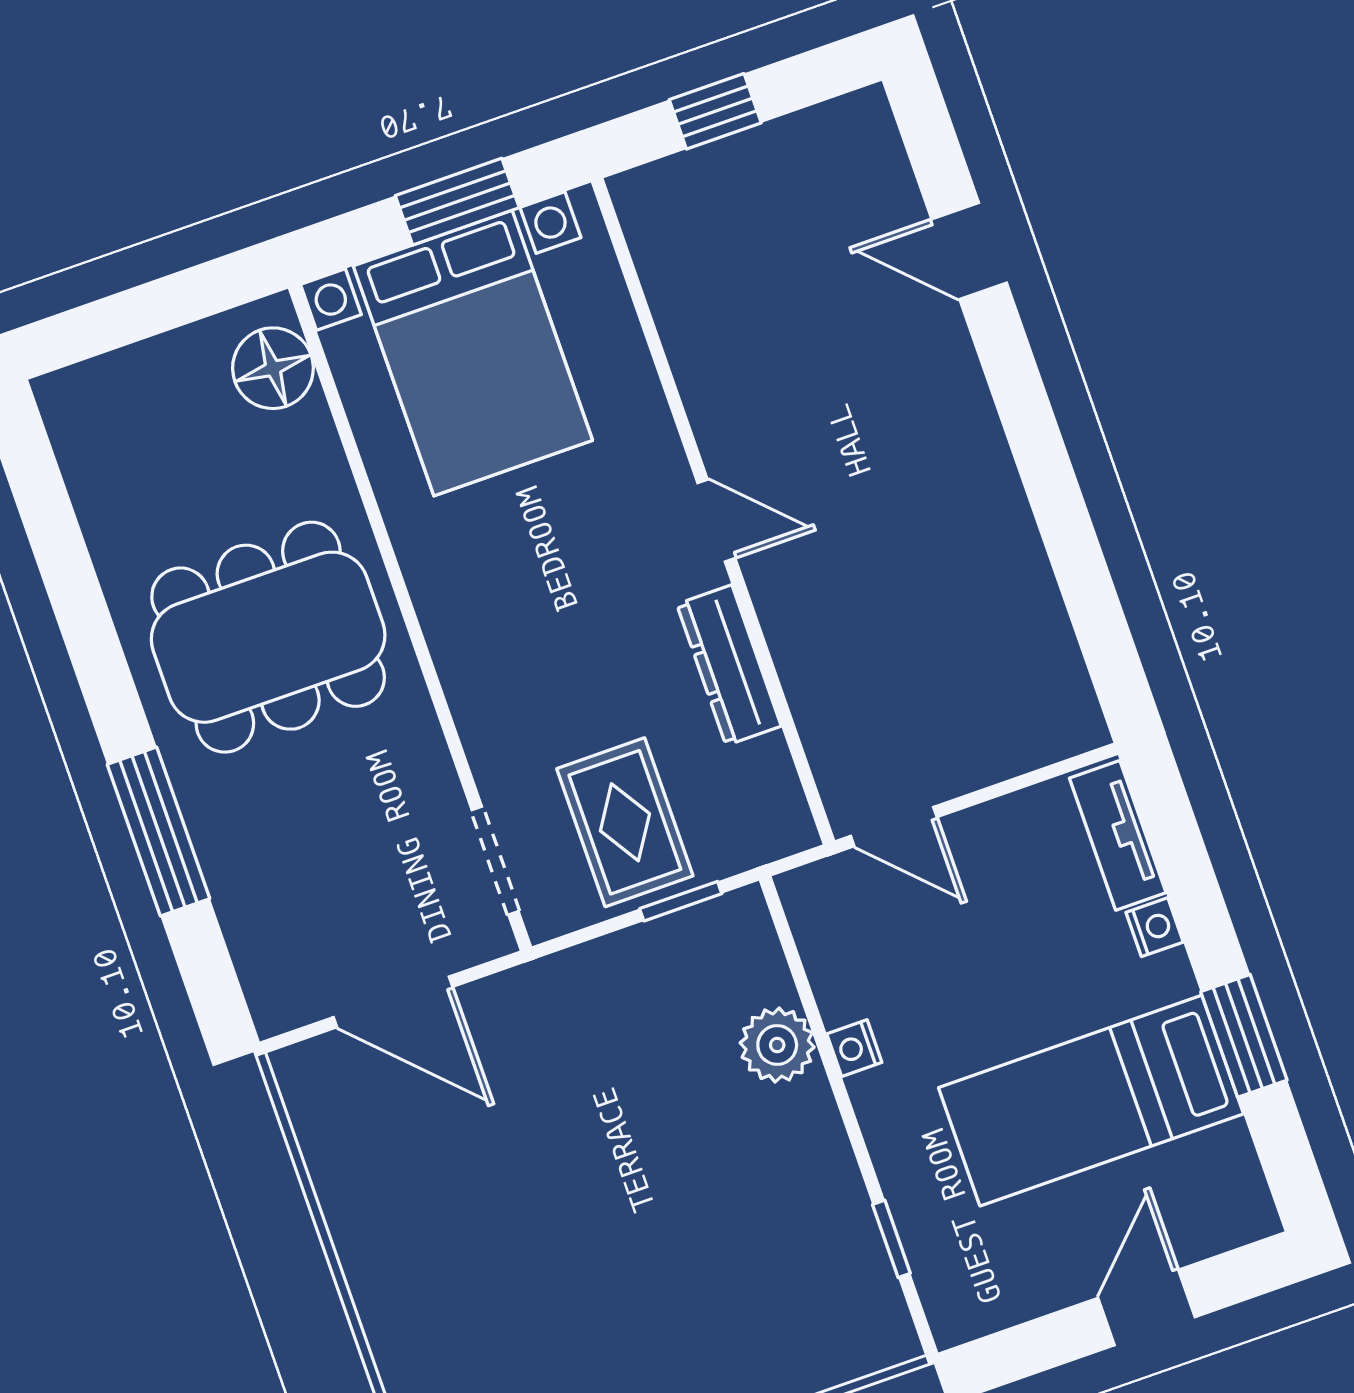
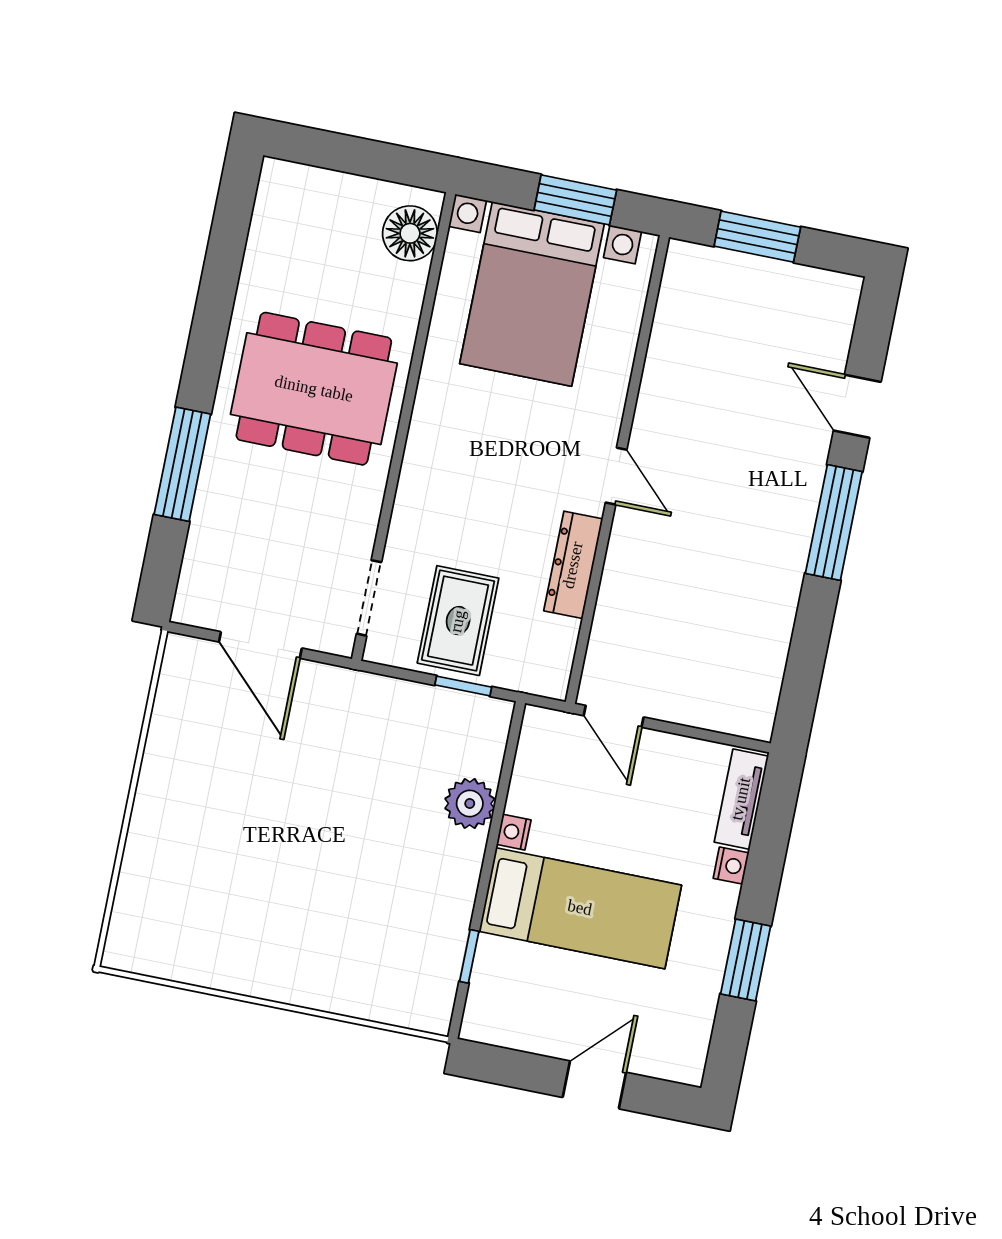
window: (715, 111) -> (757, 237), width x1.50
window: (1027, 416) -> (834, 523), added
bed: (1091, 1101) -> (580, 908), moved, turned 180

